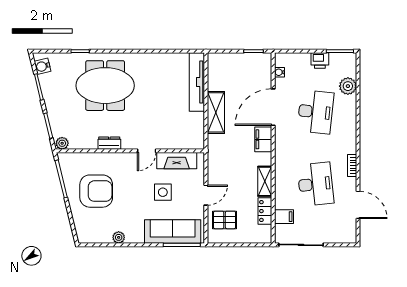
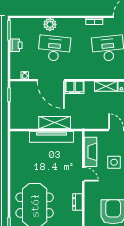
tv unit: (197, 82) -> (51, 137), moved
plant: (348, 86) -> (50, 24), moved

